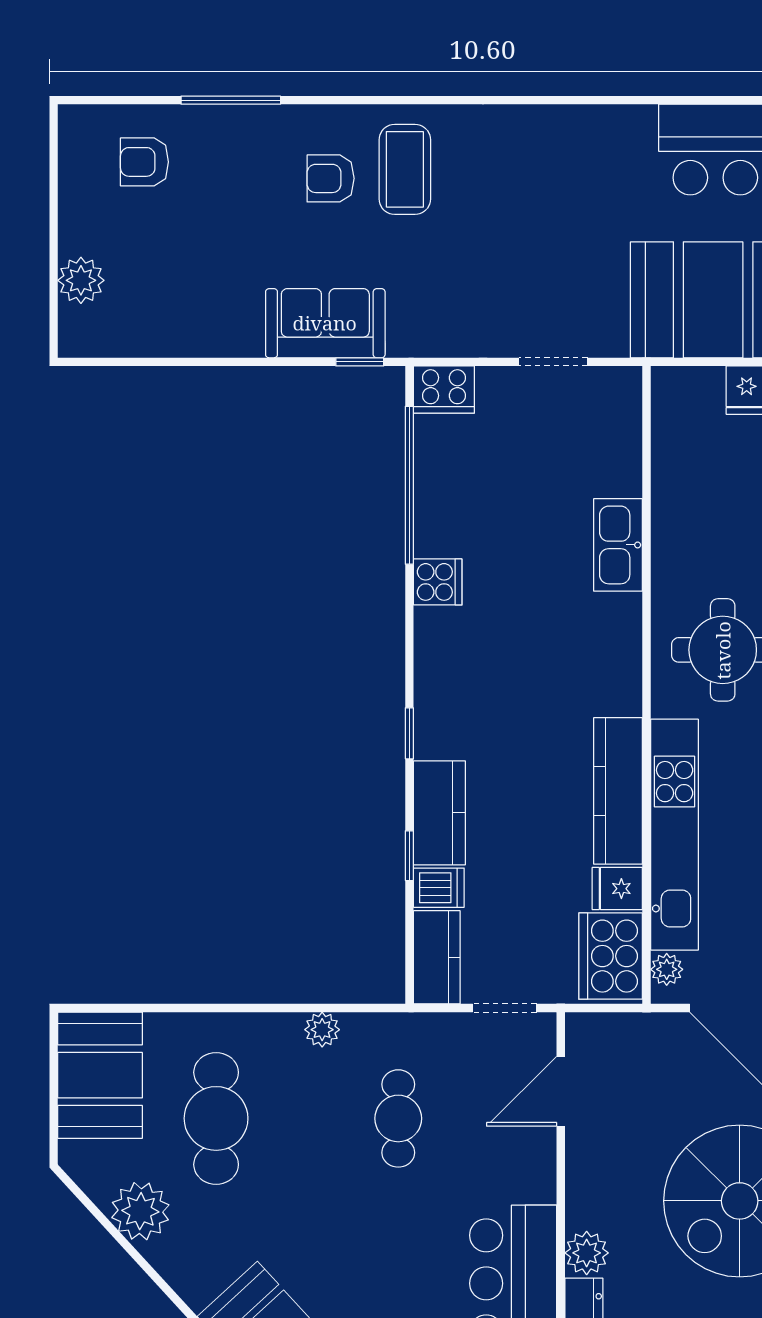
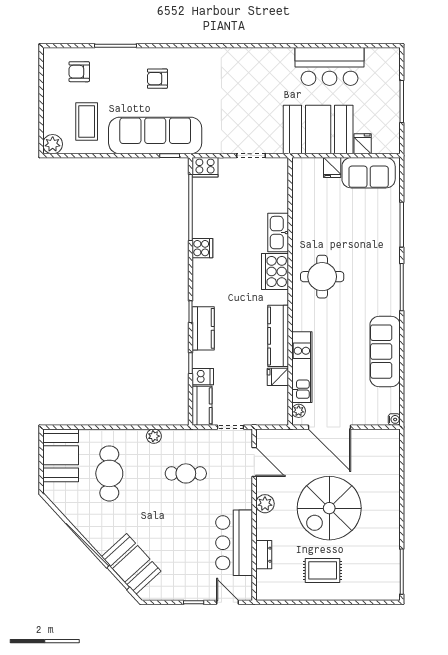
coffee table: (405, 169) -> (87, 121), moved
plant: (81, 280) -> (53, 144), moved
sofa: (325, 323) -> (155, 135), width x1.85, depth x1.27
kitchen counter: (439, 813) -> (203, 328), moved
kitchen unit: (675, 835) -> (302, 367), width x0.73
cooker: (611, 956) -> (275, 271), moved
door: (561, 1091) -> (254, 462), swing flipped
cafe table: (398, 1118) -> (186, 473), turned 90
plant: (140, 1211) -> (78, 512), removed
plant: (587, 1253) -> (265, 504), moved

